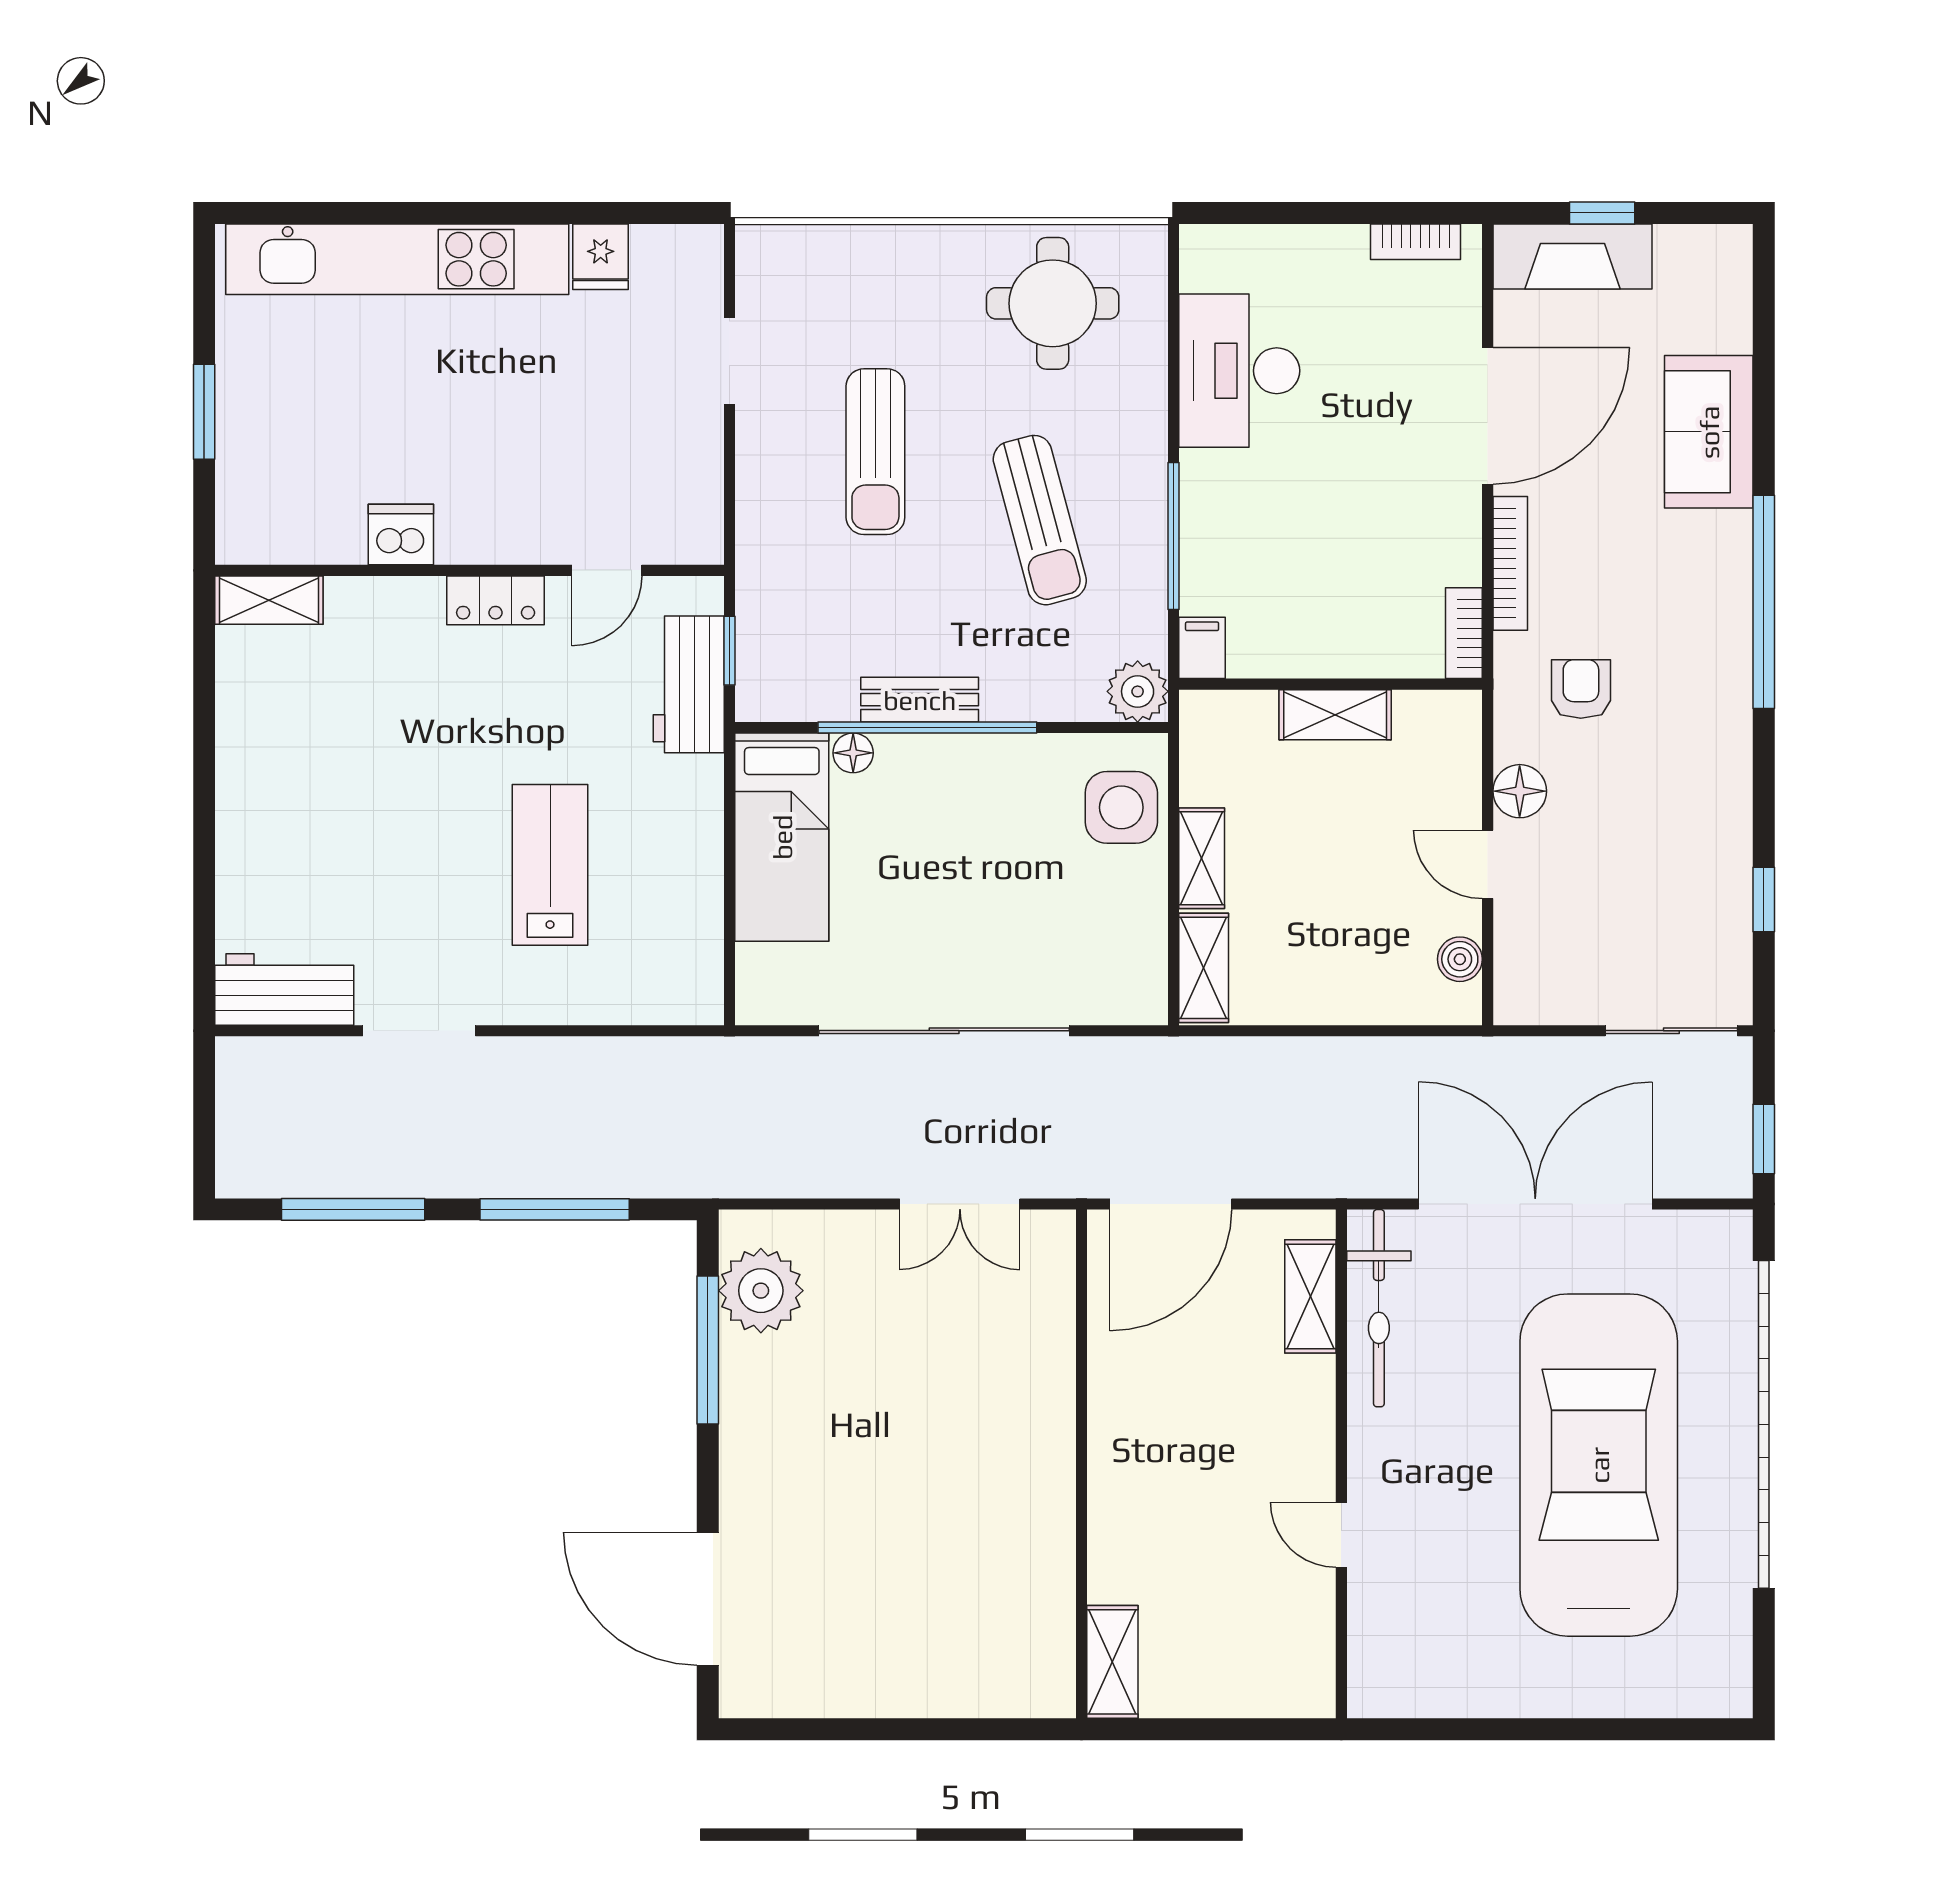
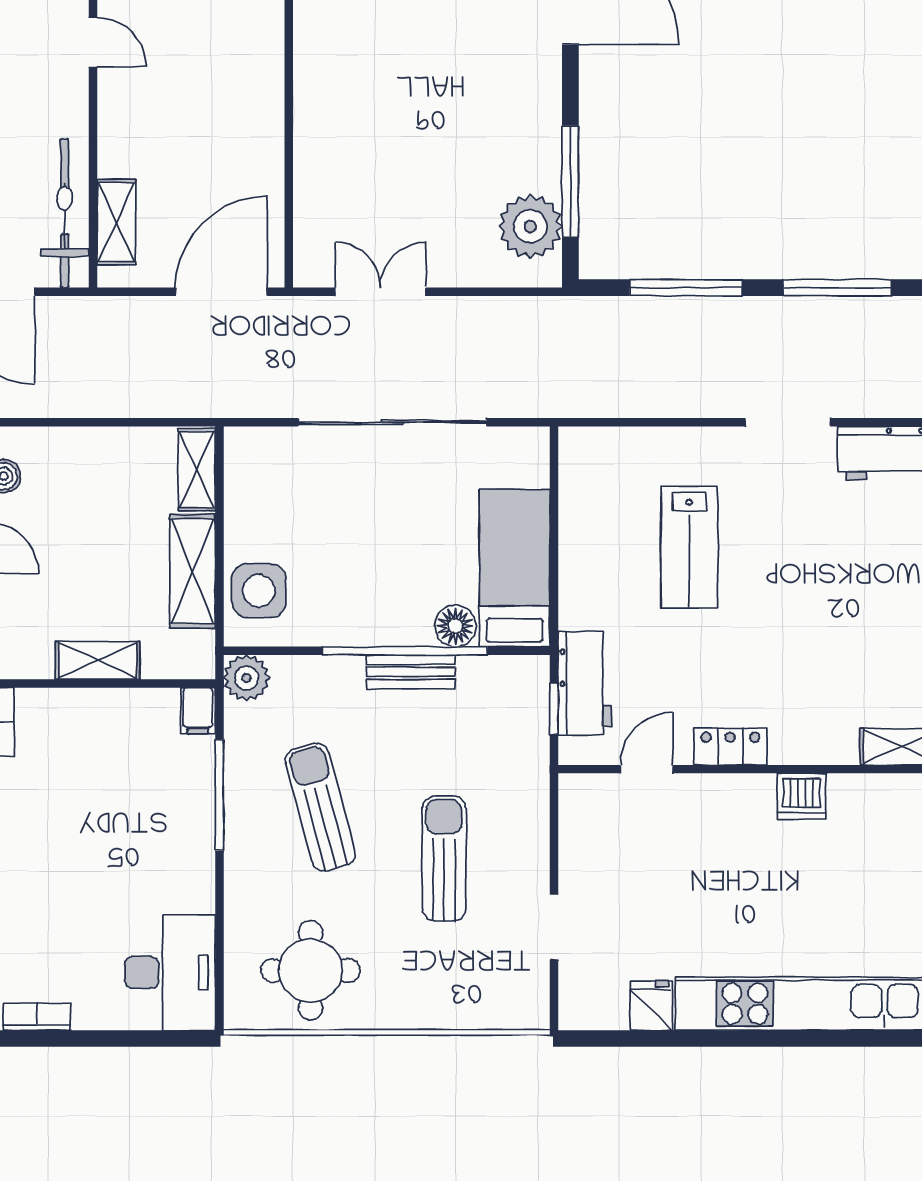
desk: (1239, 371) -> (170, 972), moved
floor lamp: (853, 753) -> (455, 626), width x1.37, depth x1.37
shelving: (1202, 858) -> (193, 571), width x1.50, depth x1.33

